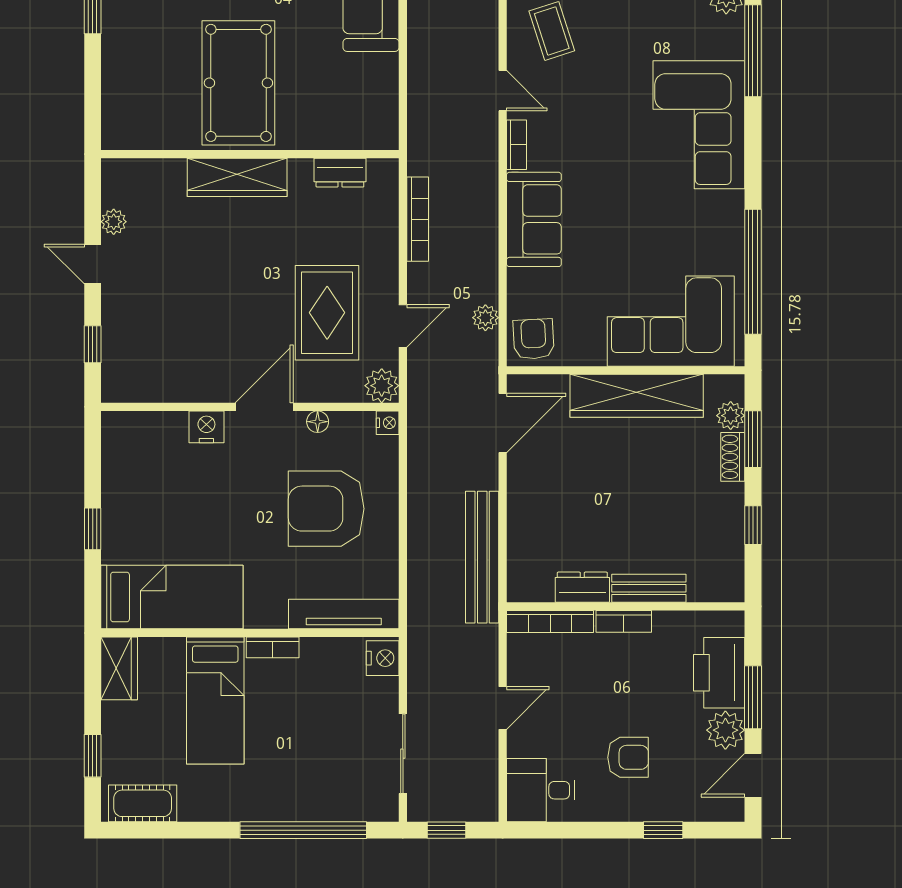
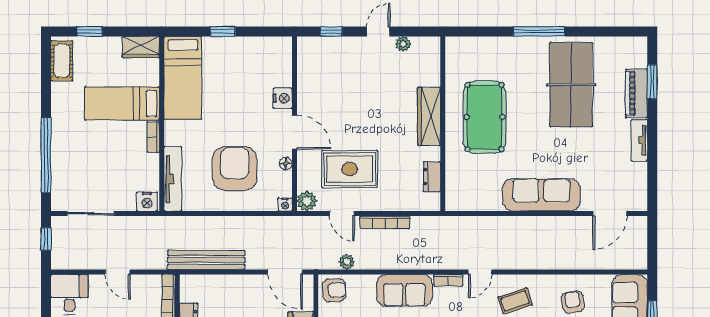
pool table: (238, 83) -> (485, 117), turned 90
bookcase: (418, 219) -> (385, 222), moved

